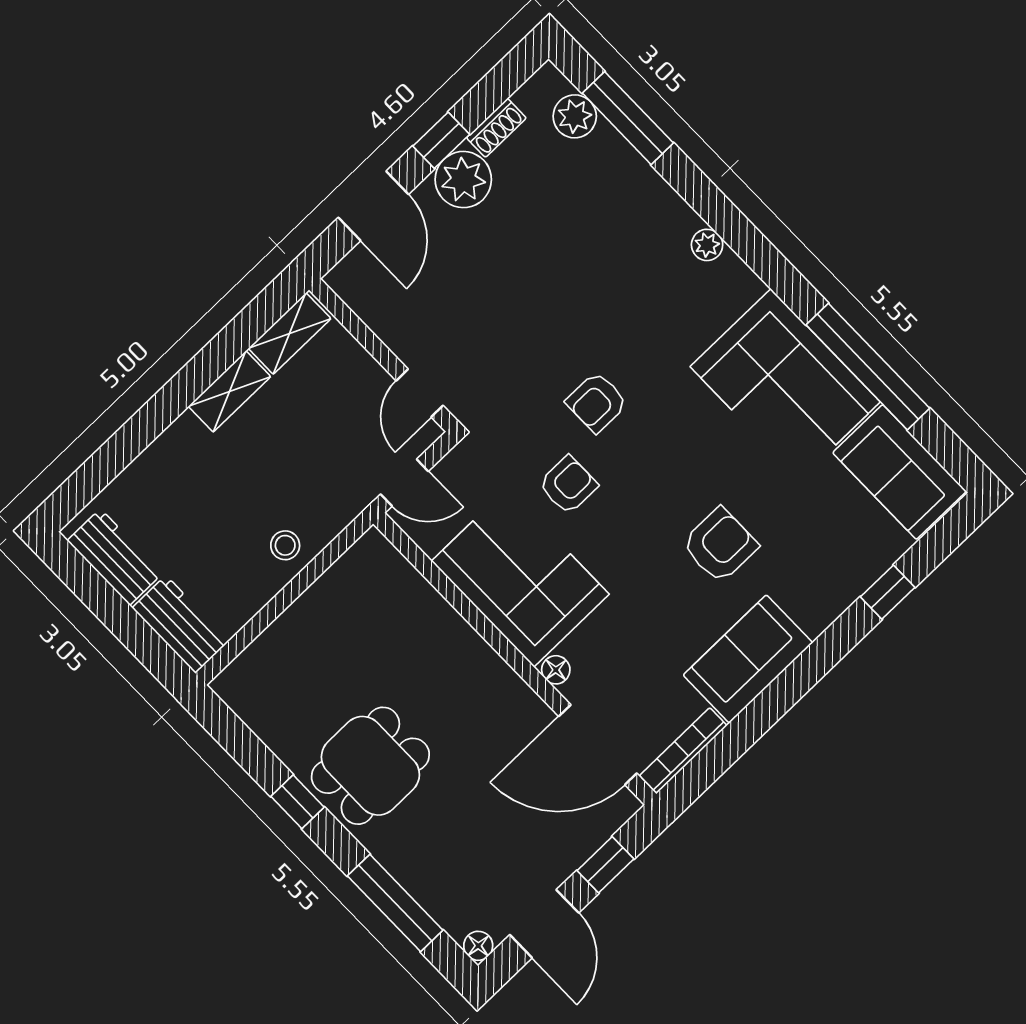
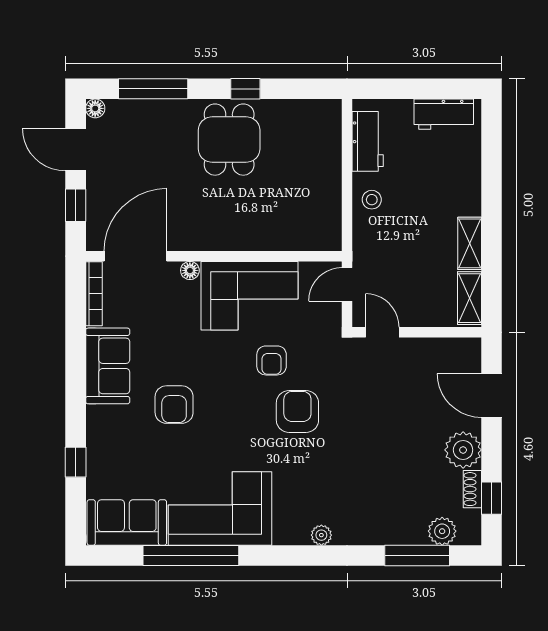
window: (441, 140) -> (492, 498), moved
armchair: (597, 402) -> (297, 412), width x1.38, depth x1.38
workbench: (181, 624) -> (368, 141), moved, turned -90

